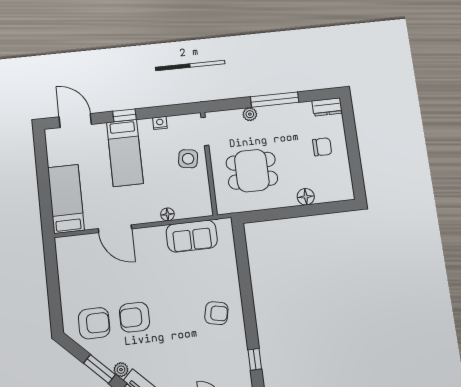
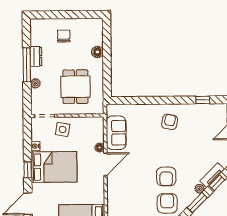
dresser: (327, 107) -> (36, 56), moved
bed: (125, 153) -> (54, 167), width x1.50
door: (115, 229) -> (105, 164), moved

